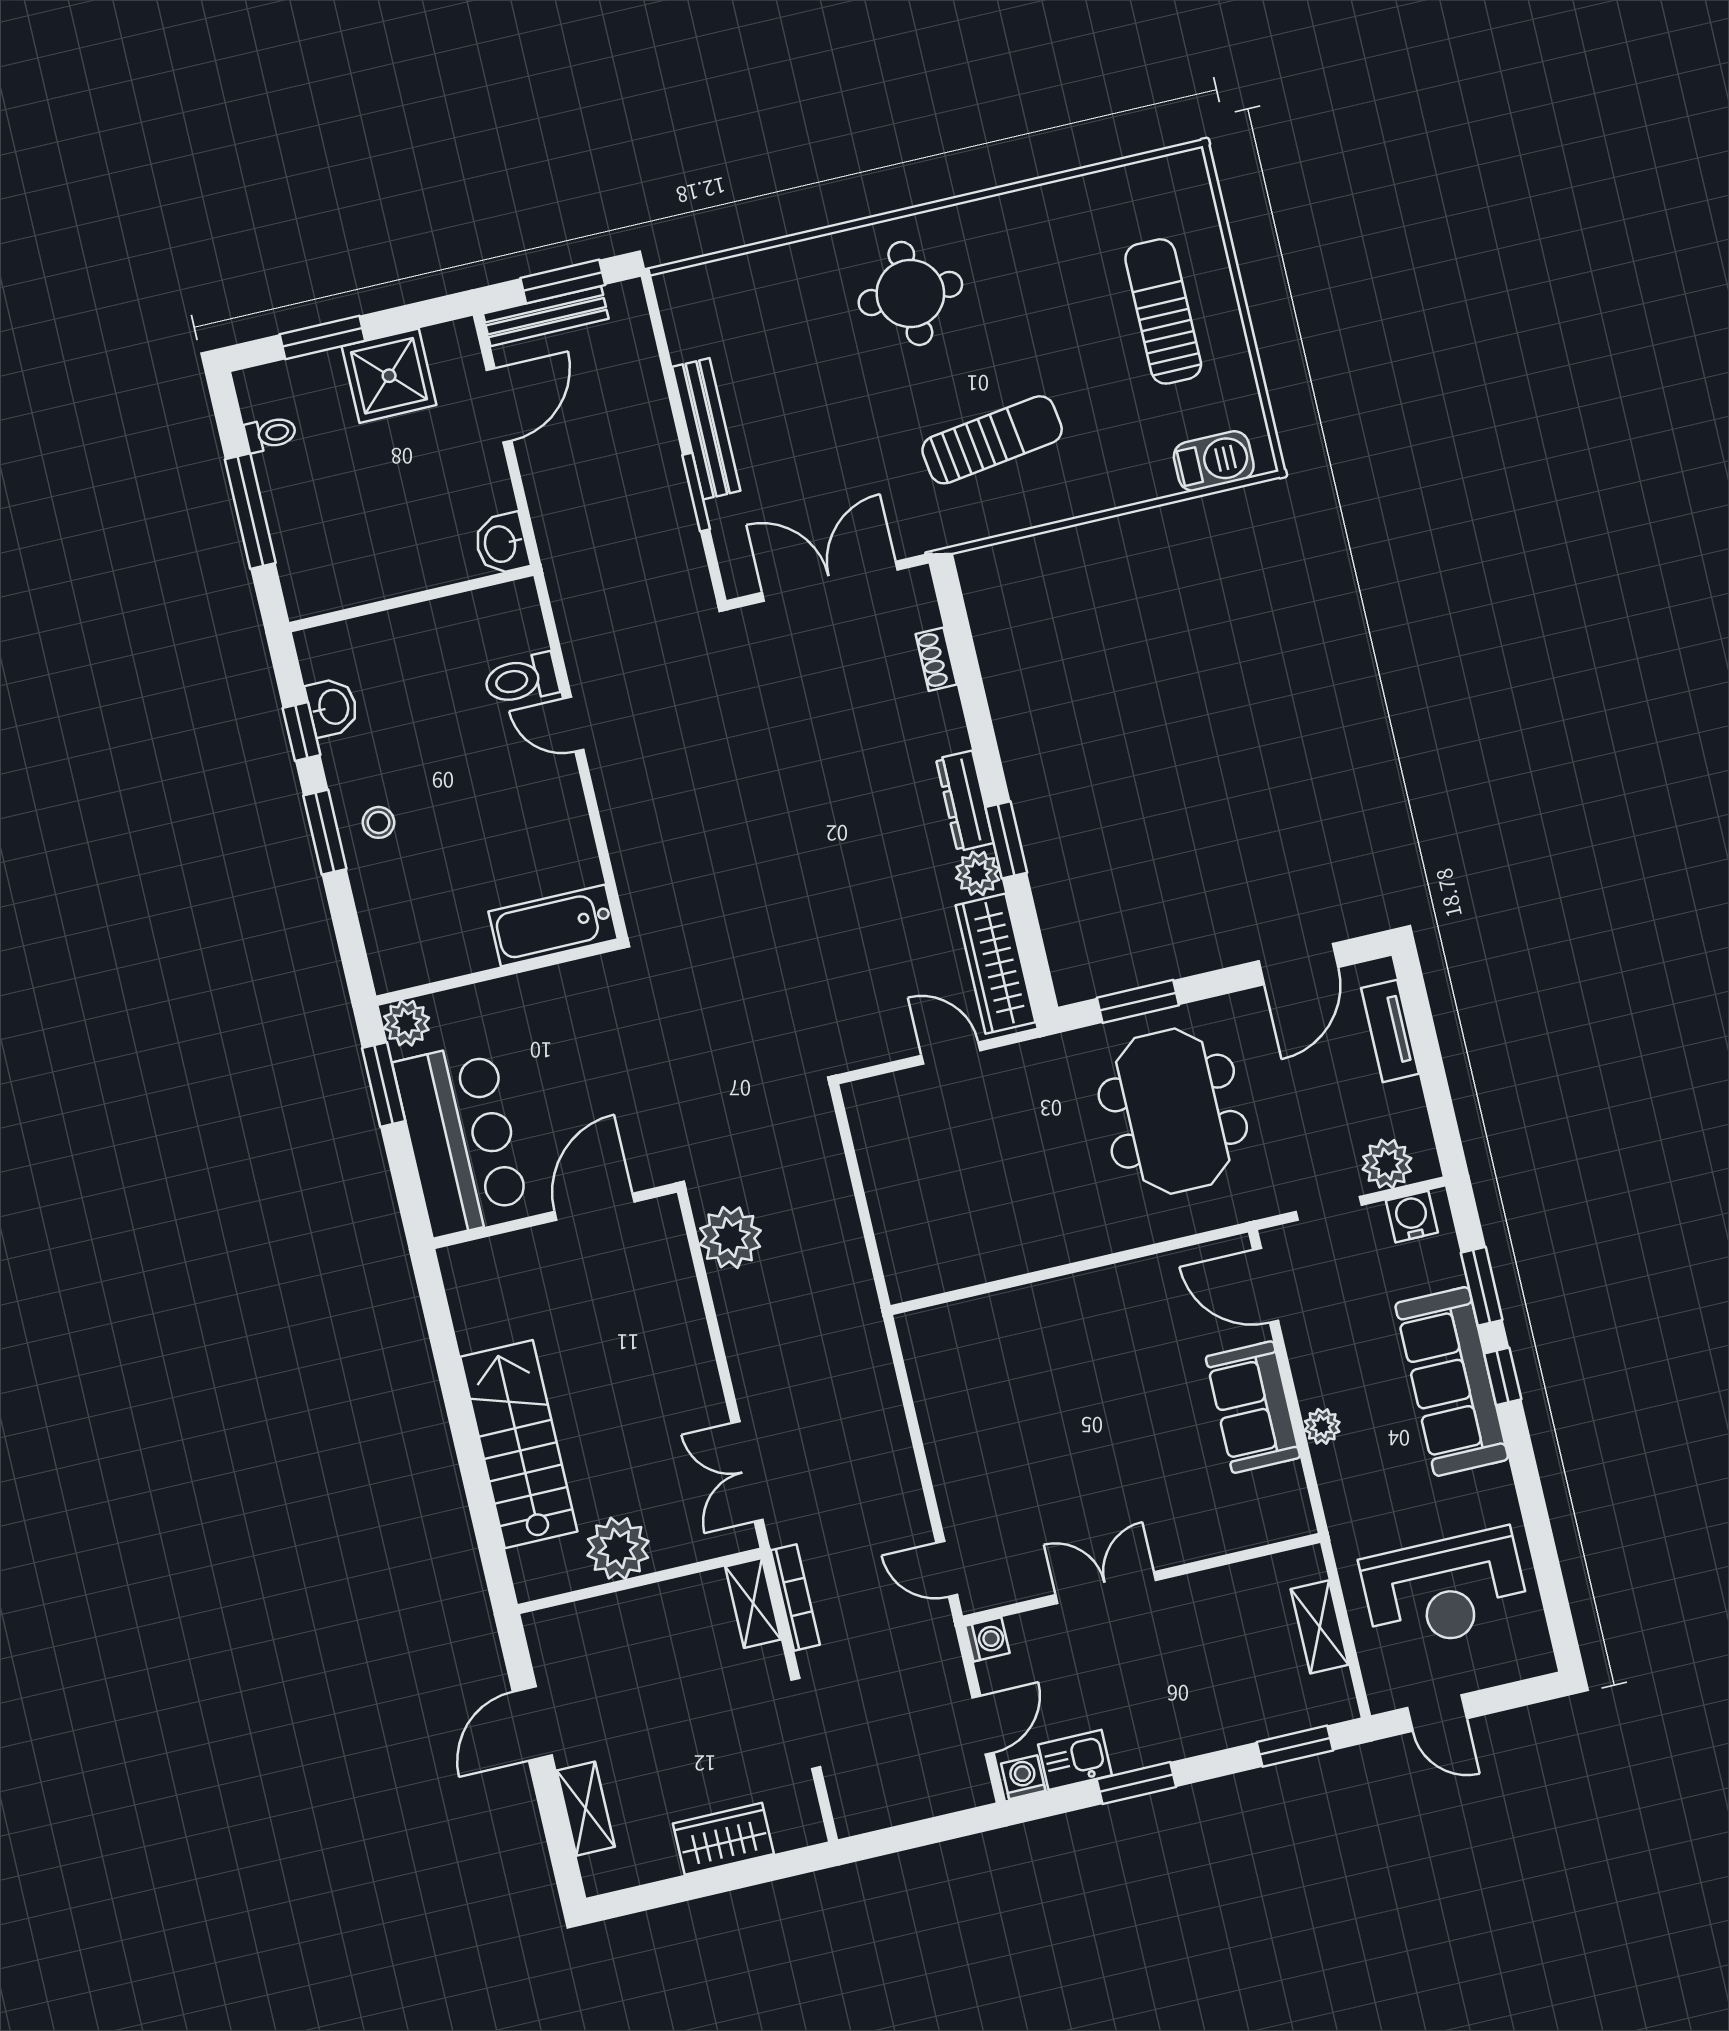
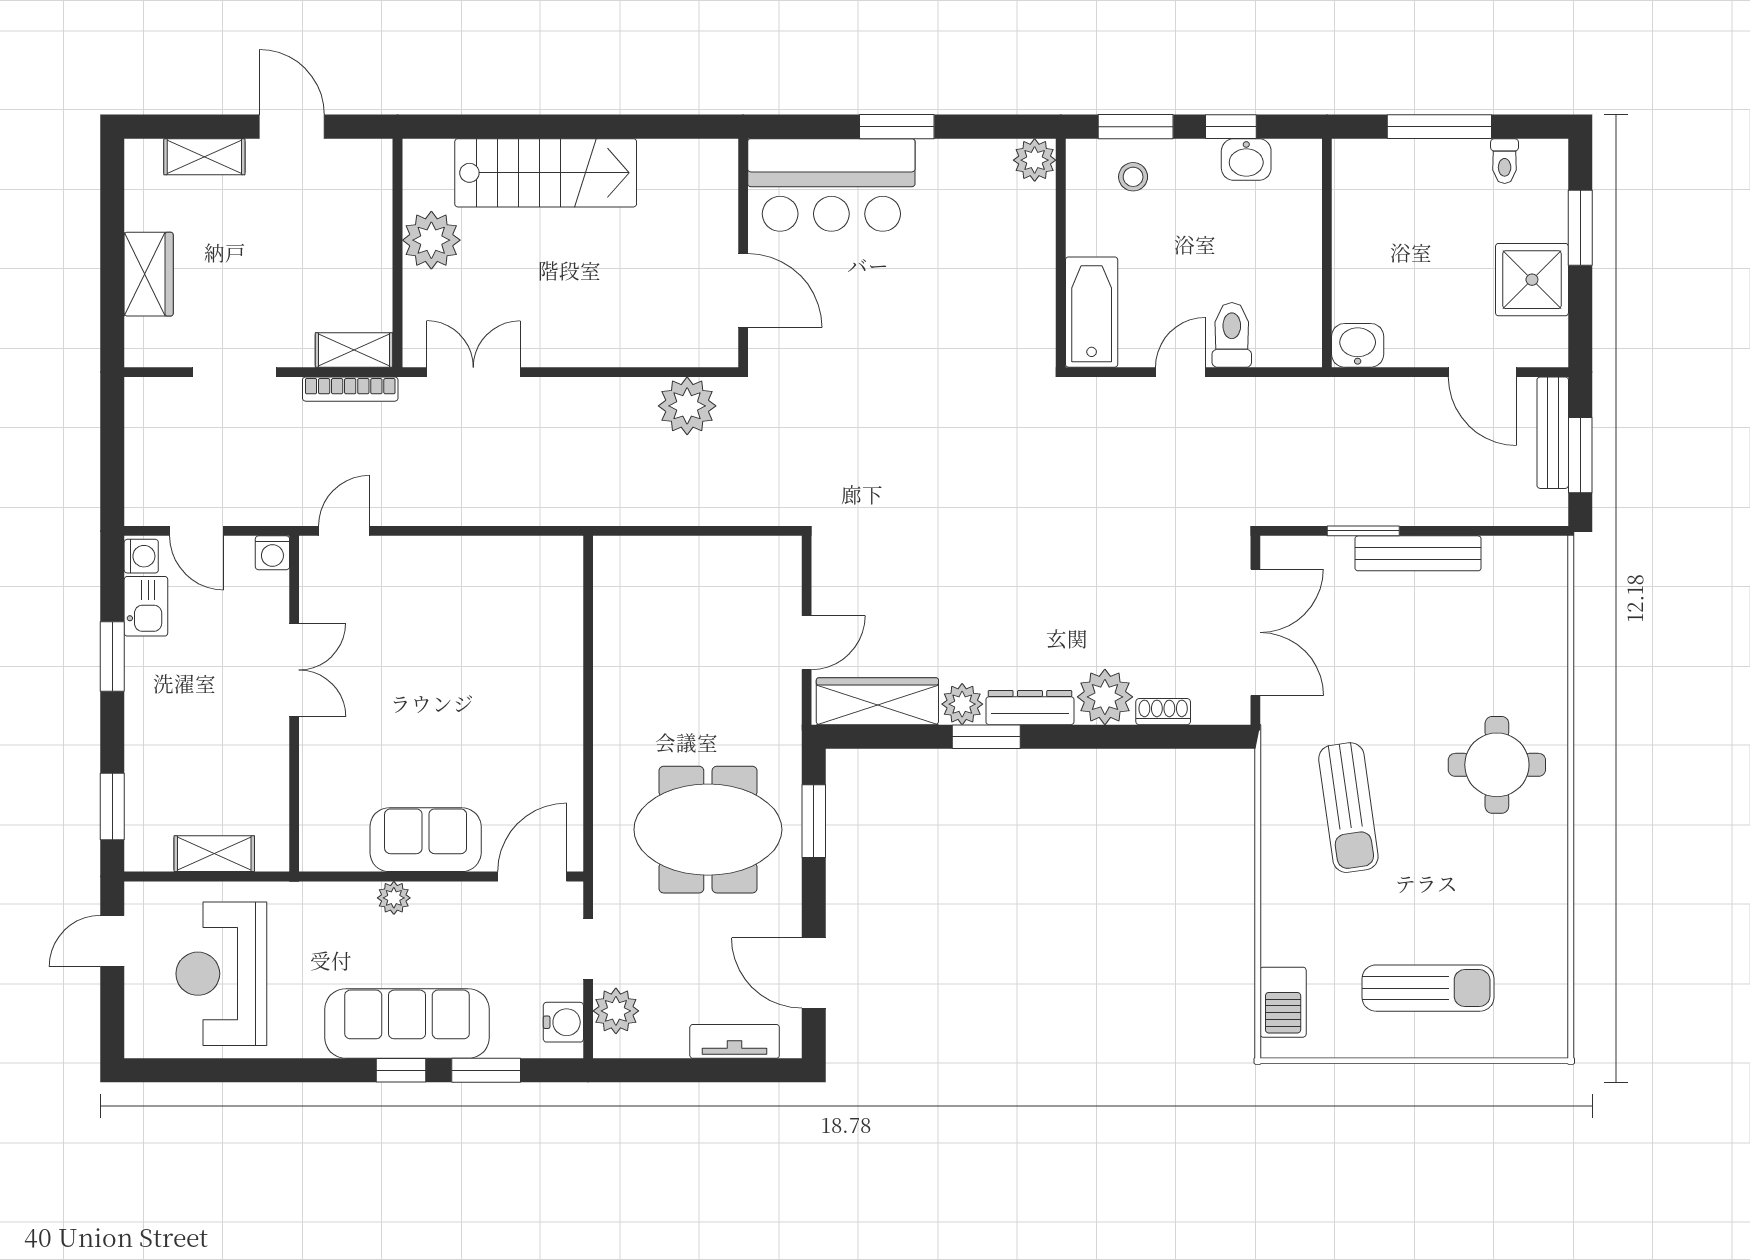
plant: (935, 724) -> (1105, 697), added
bathtub: (553, 925) -> (1092, 312), moved
wall: (498, 972) -> (1061, 253), moved
plant: (406, 1023) -> (1035, 160), moved

